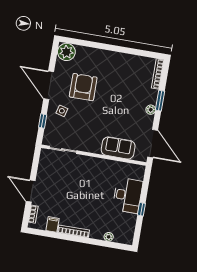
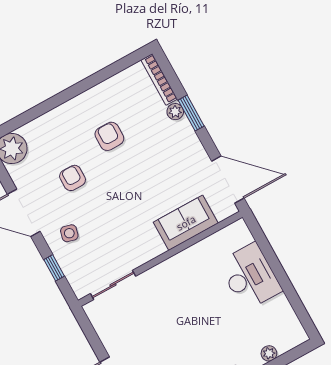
armchair: (115, 82) -> (109, 136), added
armchair: (83, 87) -> (73, 178), width x0.53, depth x0.53
plant: (151, 110) -> (175, 112), moved
window: (141, 209) -> (284, 281), removed

